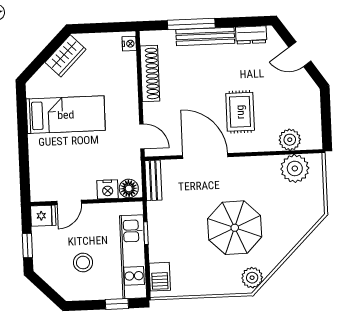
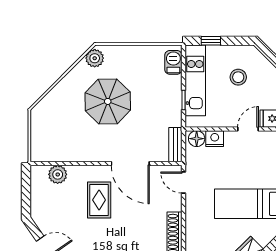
plant: (295, 168) -> (54, 150), removed

